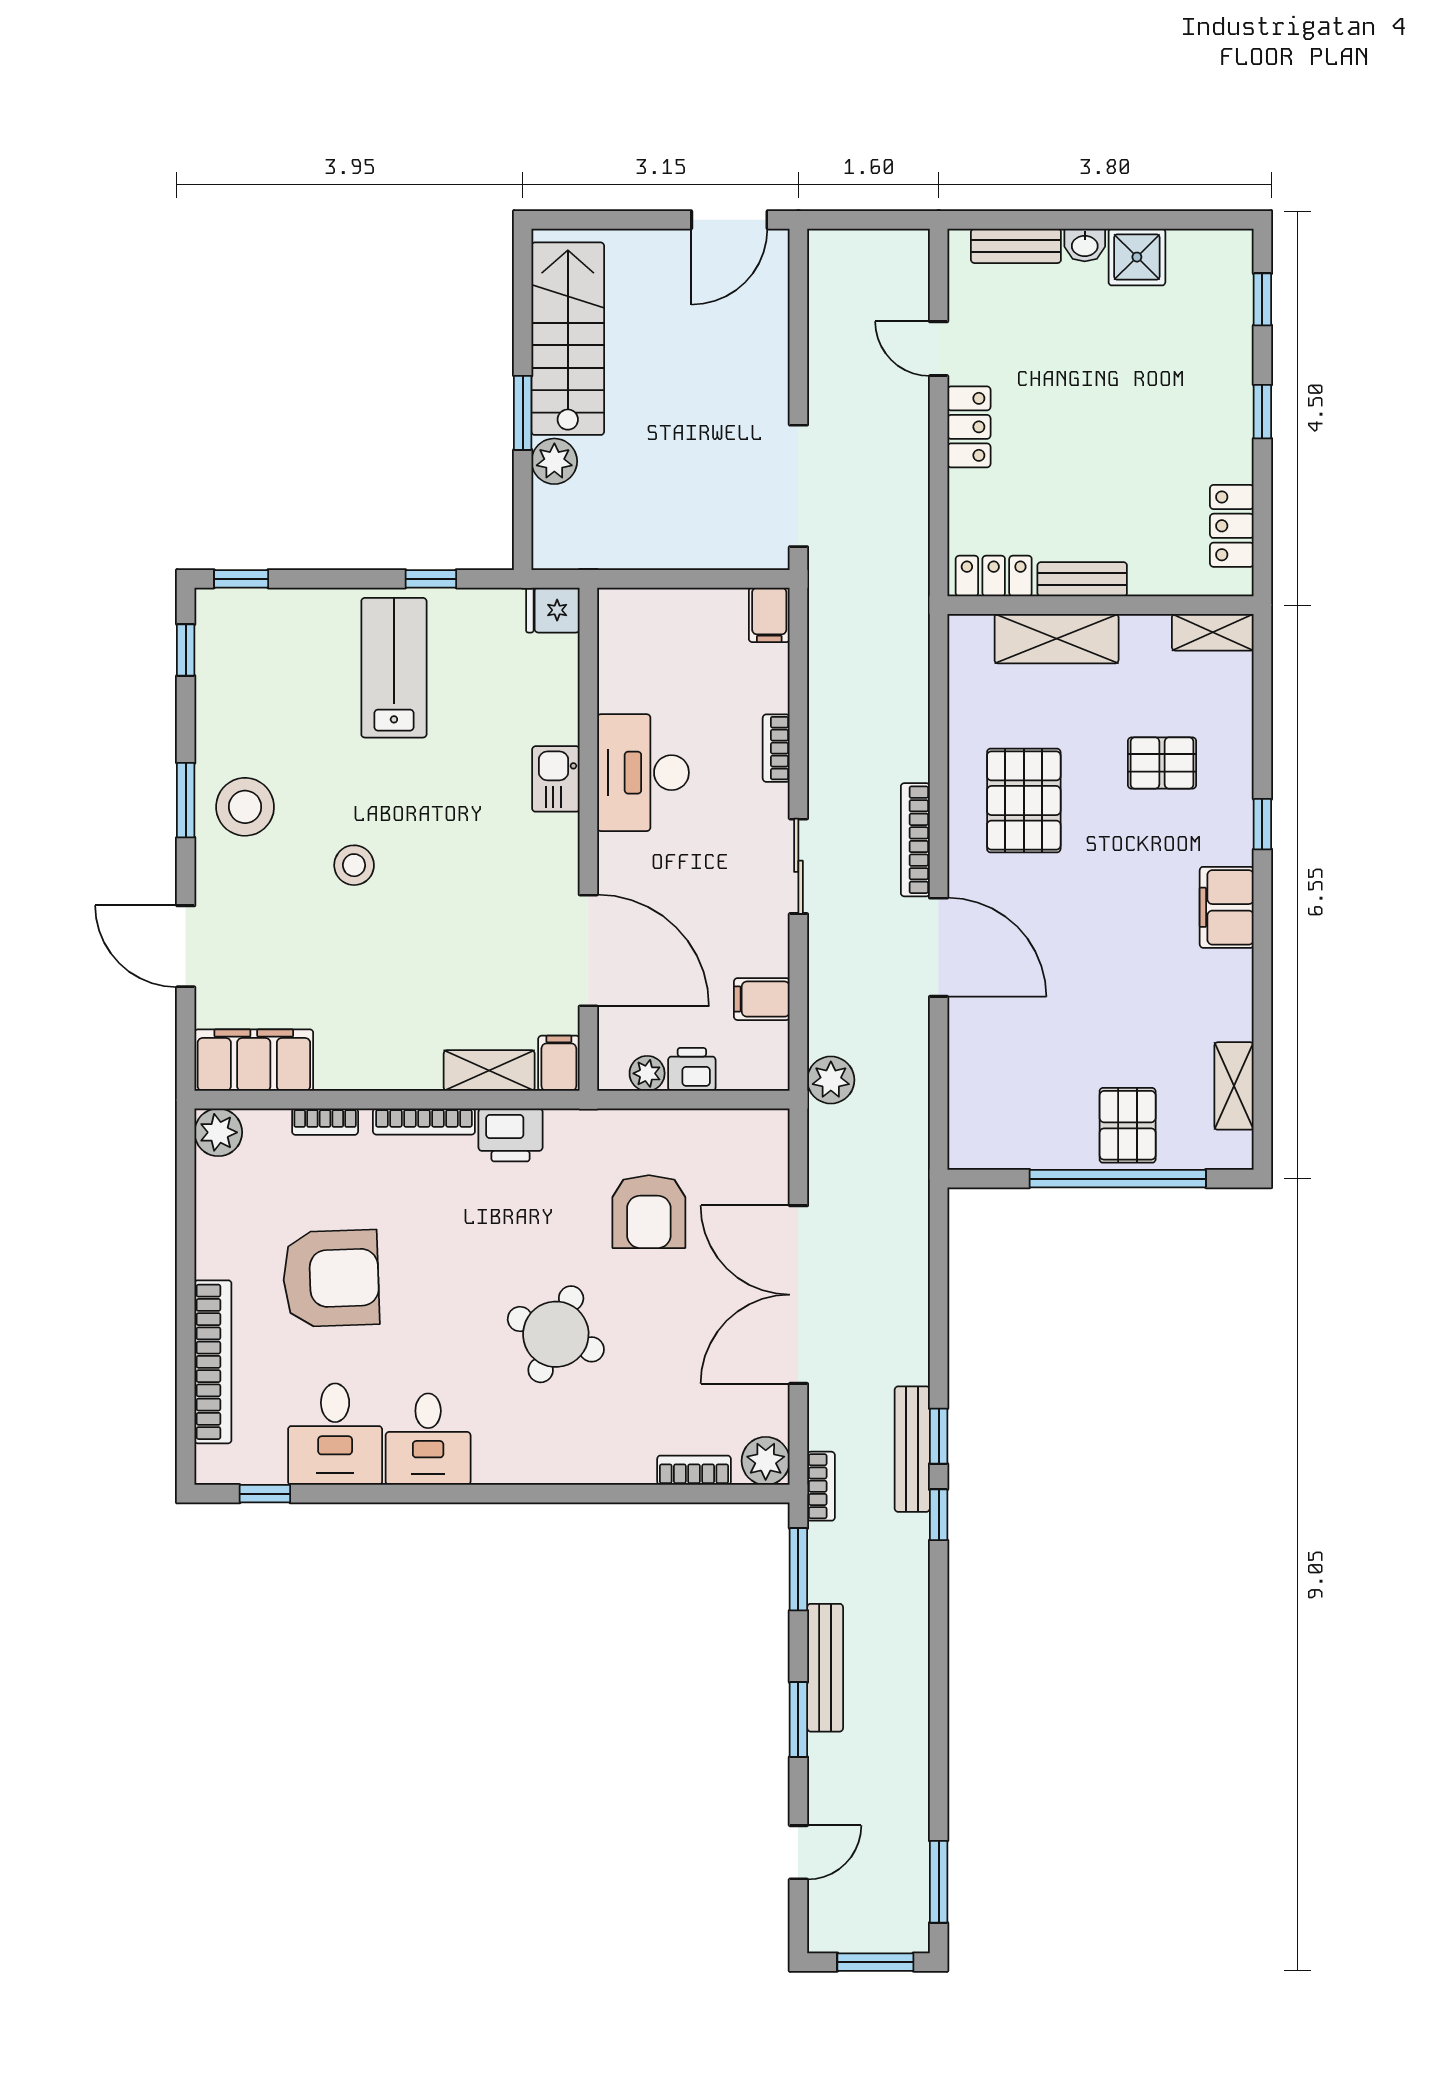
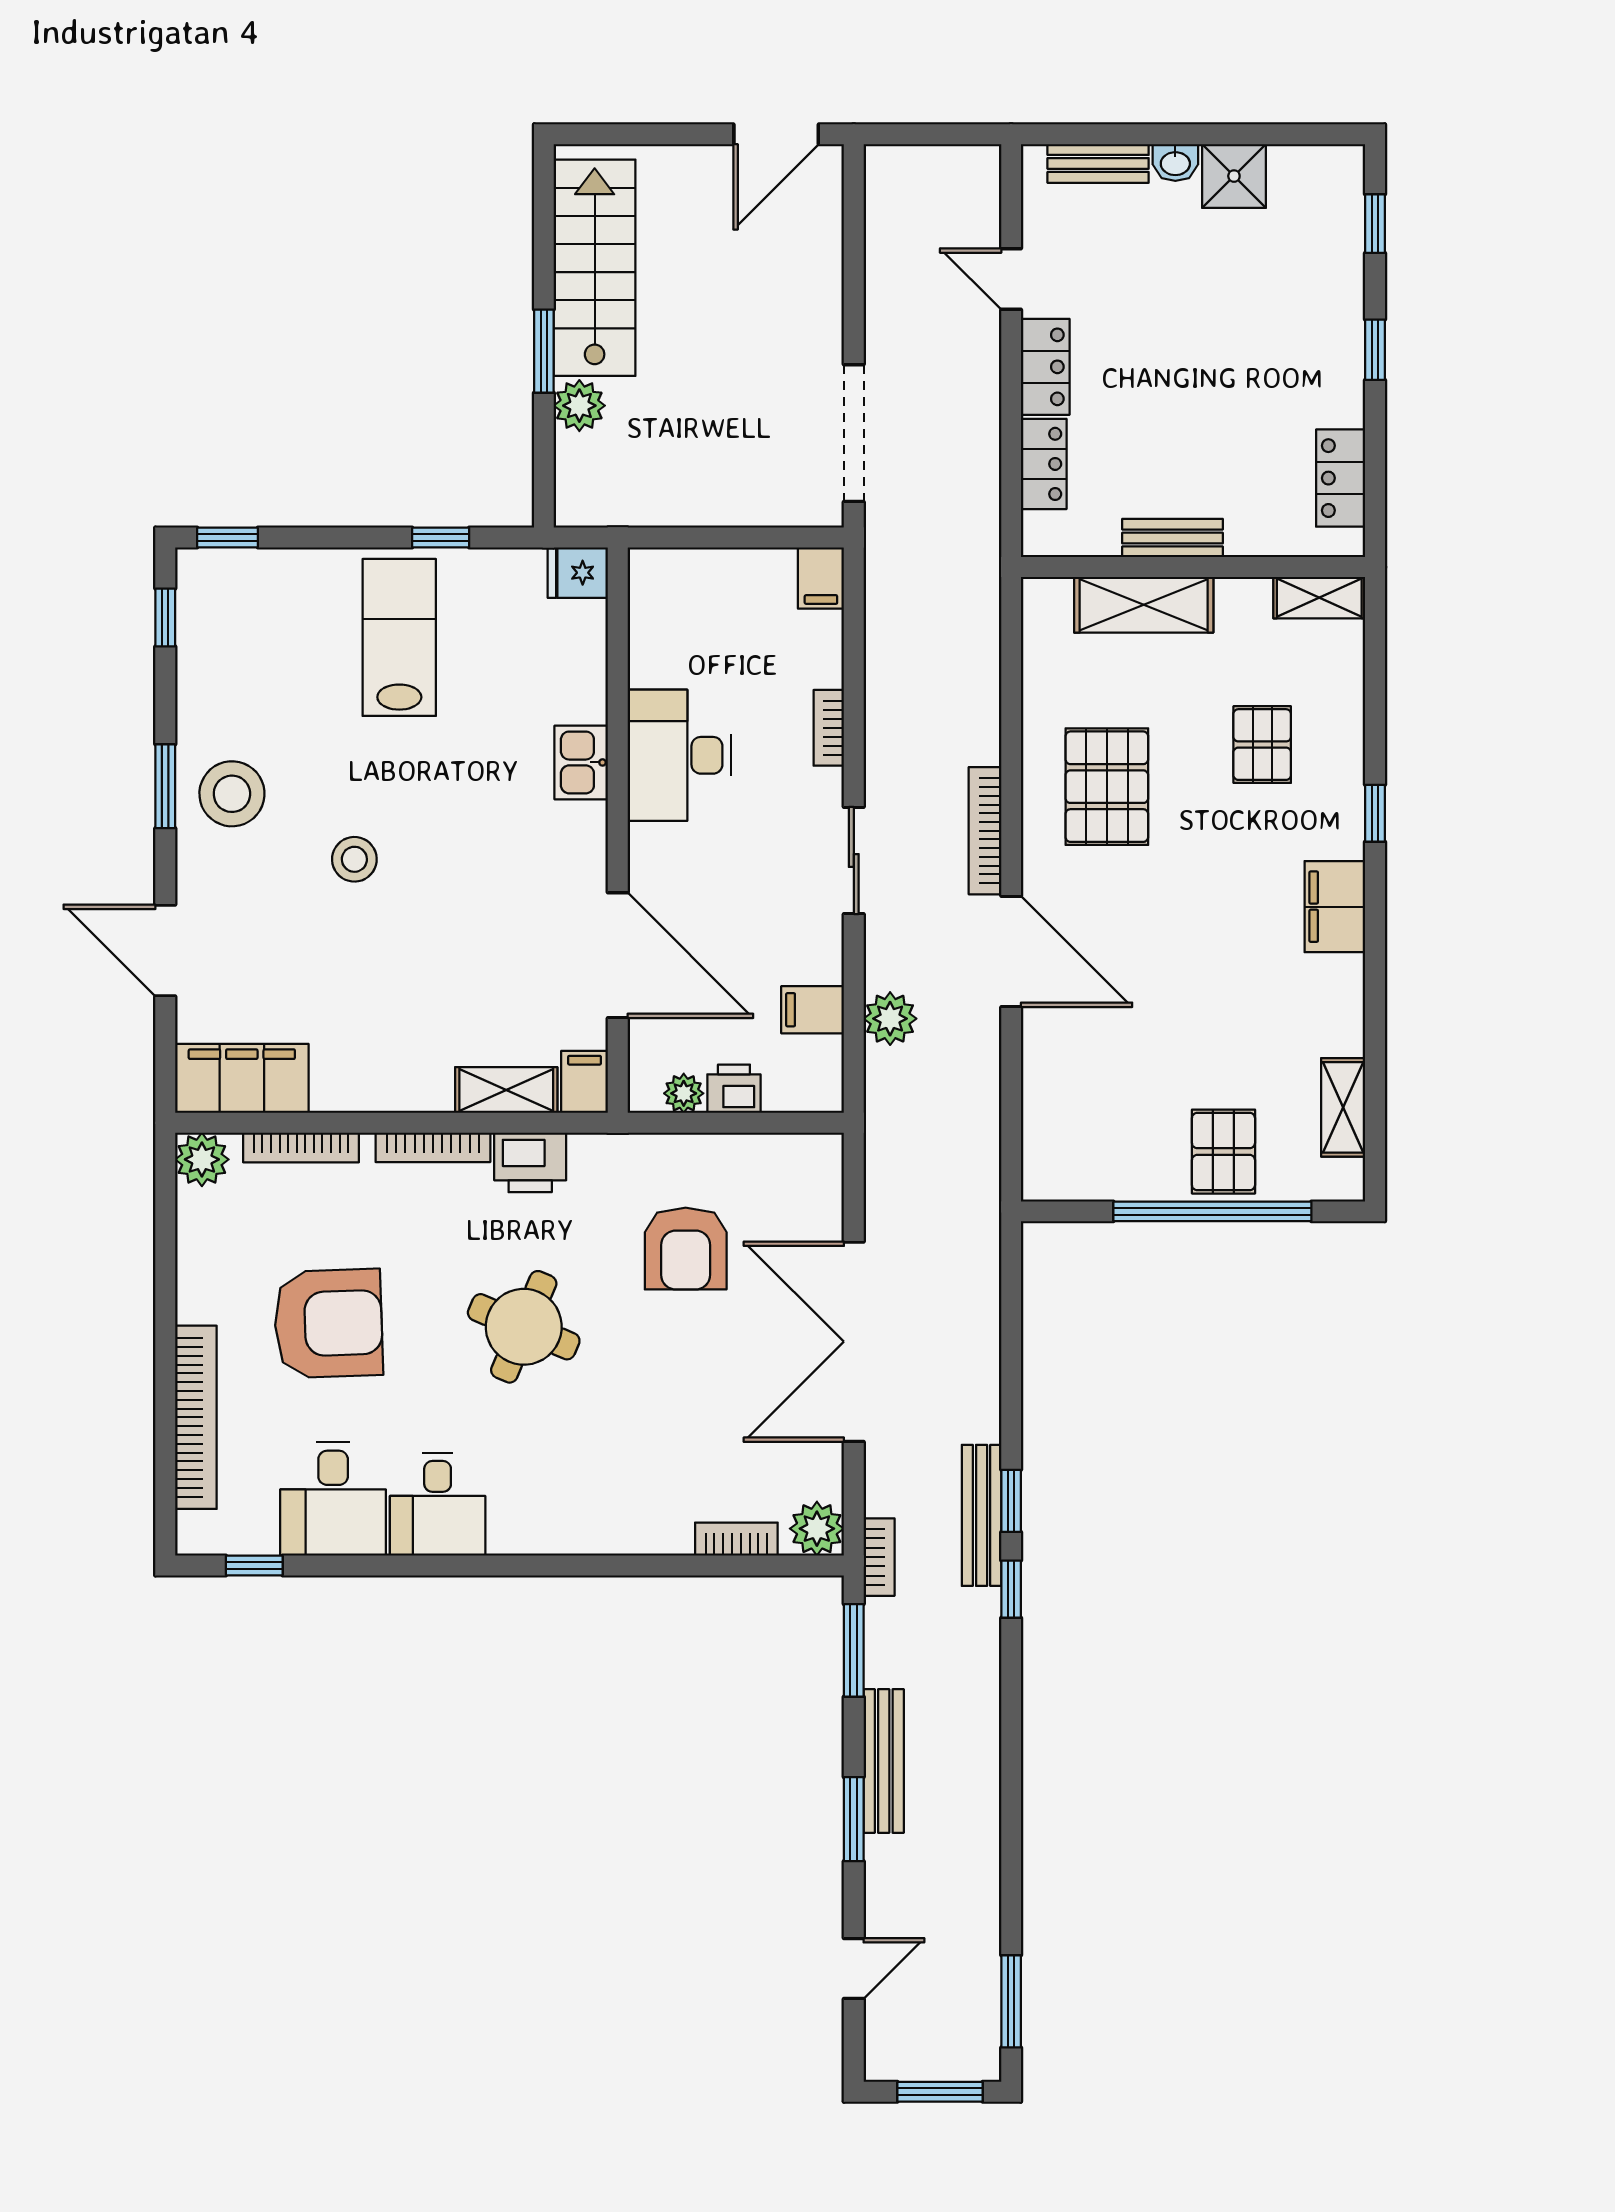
locker: (994, 576) -> (1044, 464), moved, turned 90
pallet: (1162, 763) -> (1262, 745), turned 90
plant: (831, 1080) -> (890, 1019), moved
bookcase: (325, 1122) -> (301, 1148), width x1.56
round table: (556, 1334) -> (524, 1327), moved

